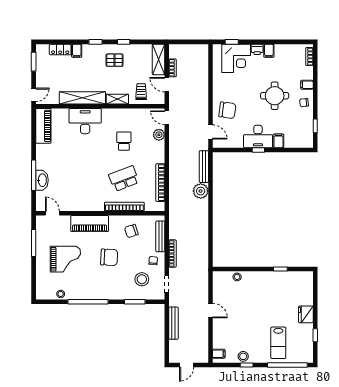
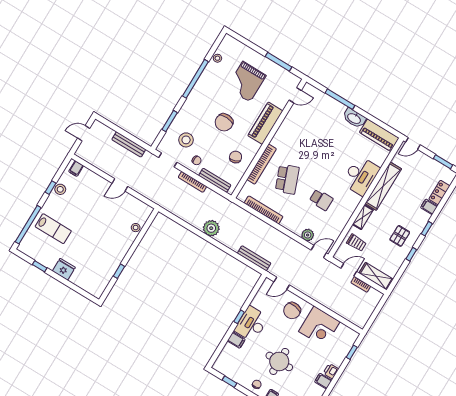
corner desk: (236, 58) -> (319, 327), moved, turned -90
door: (34, 95) -> (413, 143), hinge flipped
washbasin: (42, 180) -> (354, 118), moved
plant: (201, 191) -> (211, 228), moved
lab bench: (278, 343) -> (53, 229), turned 180
door: (187, 365) -> (84, 133), hinge flipped

